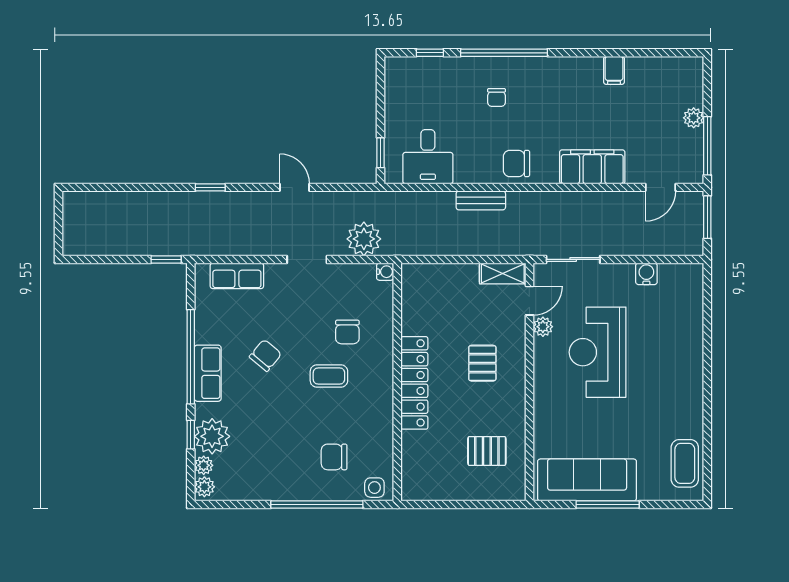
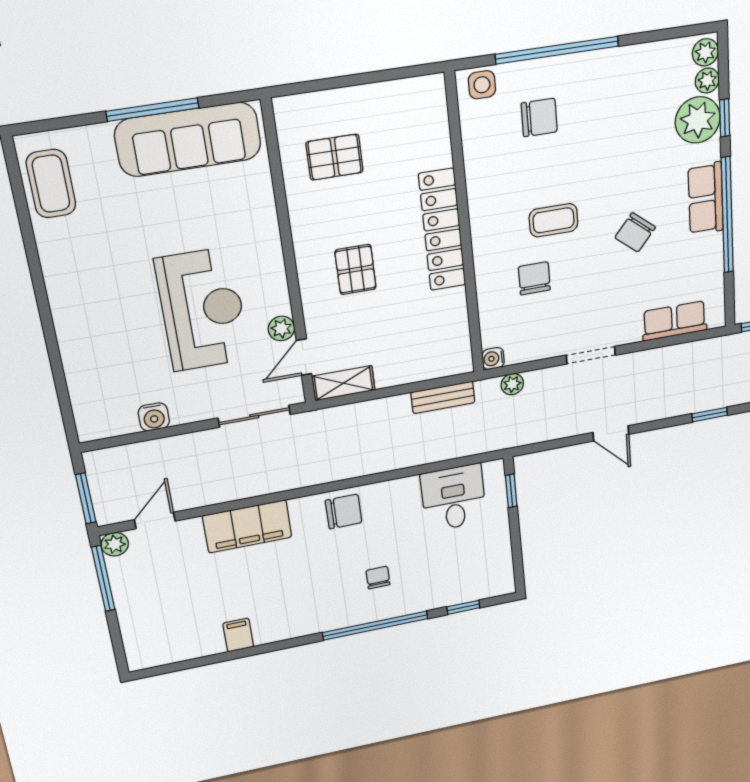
plant: (694, 118) -> (115, 544), moved
bench: (481, 200) -> (443, 397), moved
plant: (364, 239) -> (512, 384), width x0.53, depth x0.53

